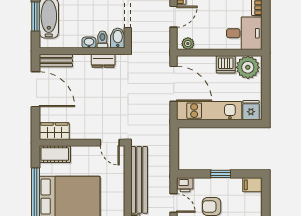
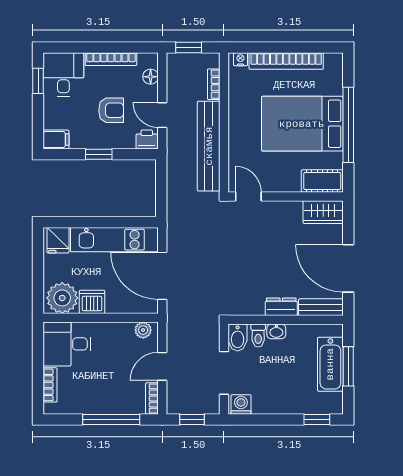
dresser: (103, 61) -> (281, 307), moved

